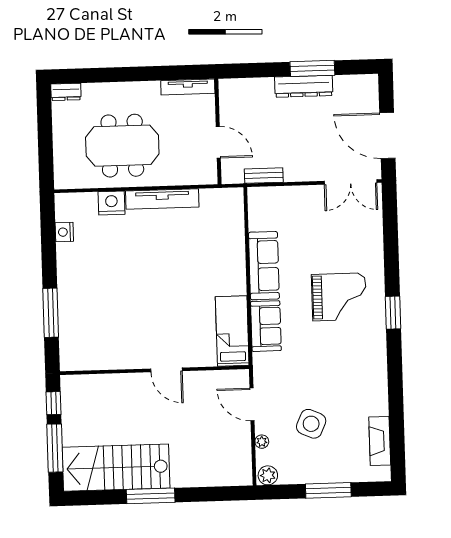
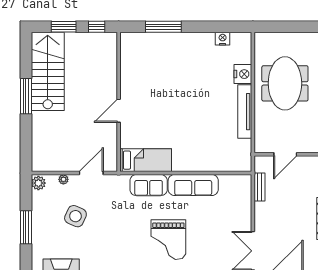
window: (55, 448) -> (64, 27), width x0.69

